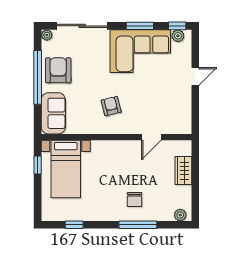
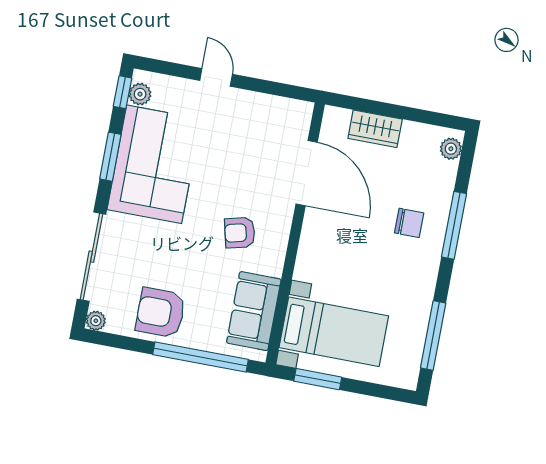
window: (38, 77) -> (200, 357), moved
sofa: (53, 113) -> (254, 311), moved, turned -90
door: (151, 137) -> (307, 173), width x1.88
window: (38, 165) -> (318, 379), width x1.50
window: (74, 225) -> (433, 335), width x2.17

